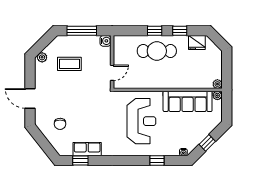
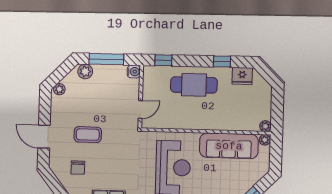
window: (155, 31) -> (163, 60), moved
plant: (64, 42) -> (85, 72), added
coffee table: (69, 64) -> (88, 135), moved

